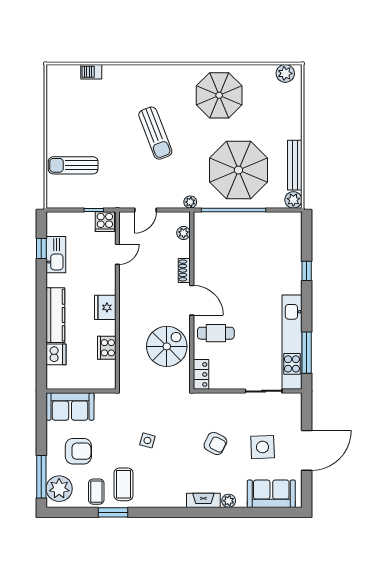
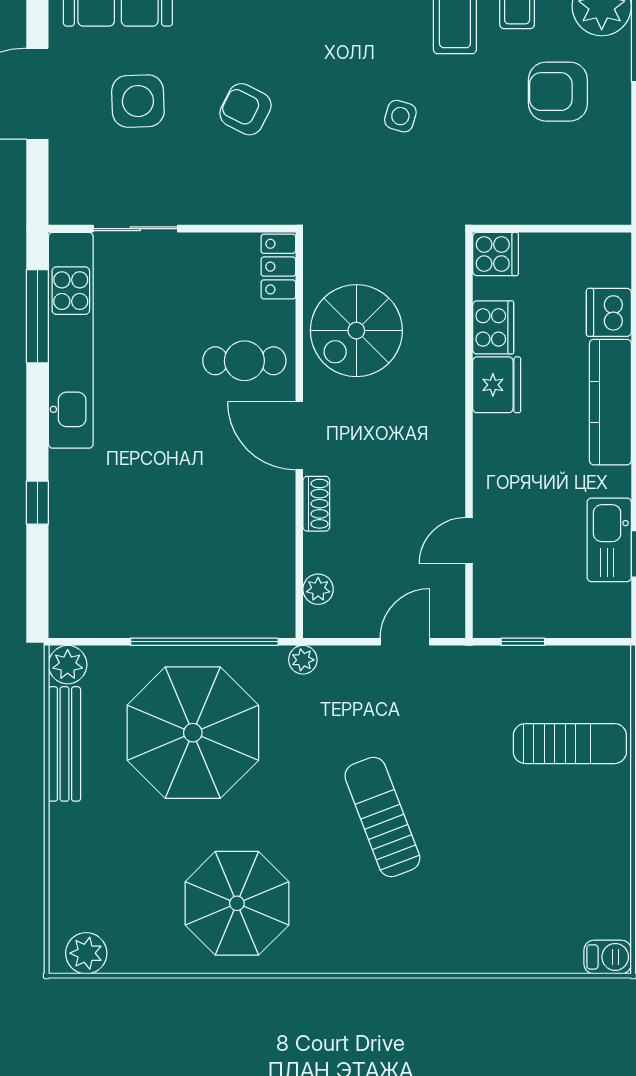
barbecue: (91, 72) -> (608, 957), moved
cooker: (105, 222) -> (496, 254), moved, turned 90
fridge: (105, 307) -> (497, 385), moved
sofa: (70, 406) -> (577, 194), removed

